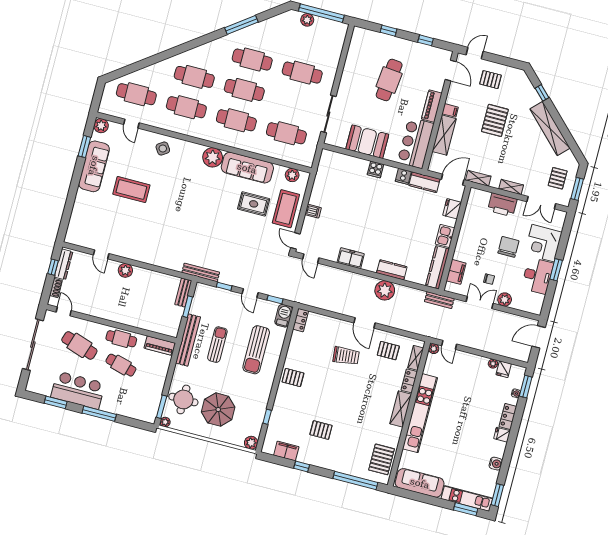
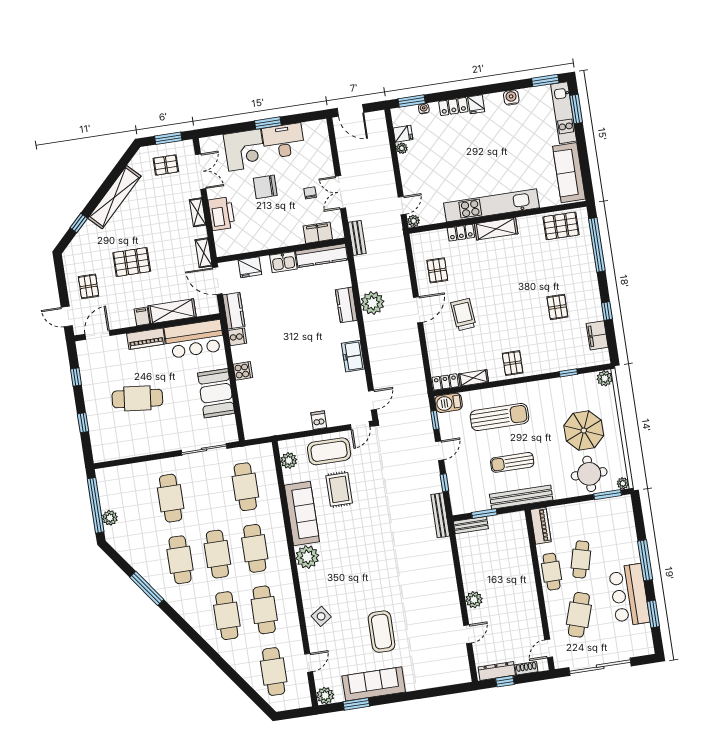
plant: (505, 300) -> (325, 166), removed
shelving: (416, 358) -> (473, 378), moved

